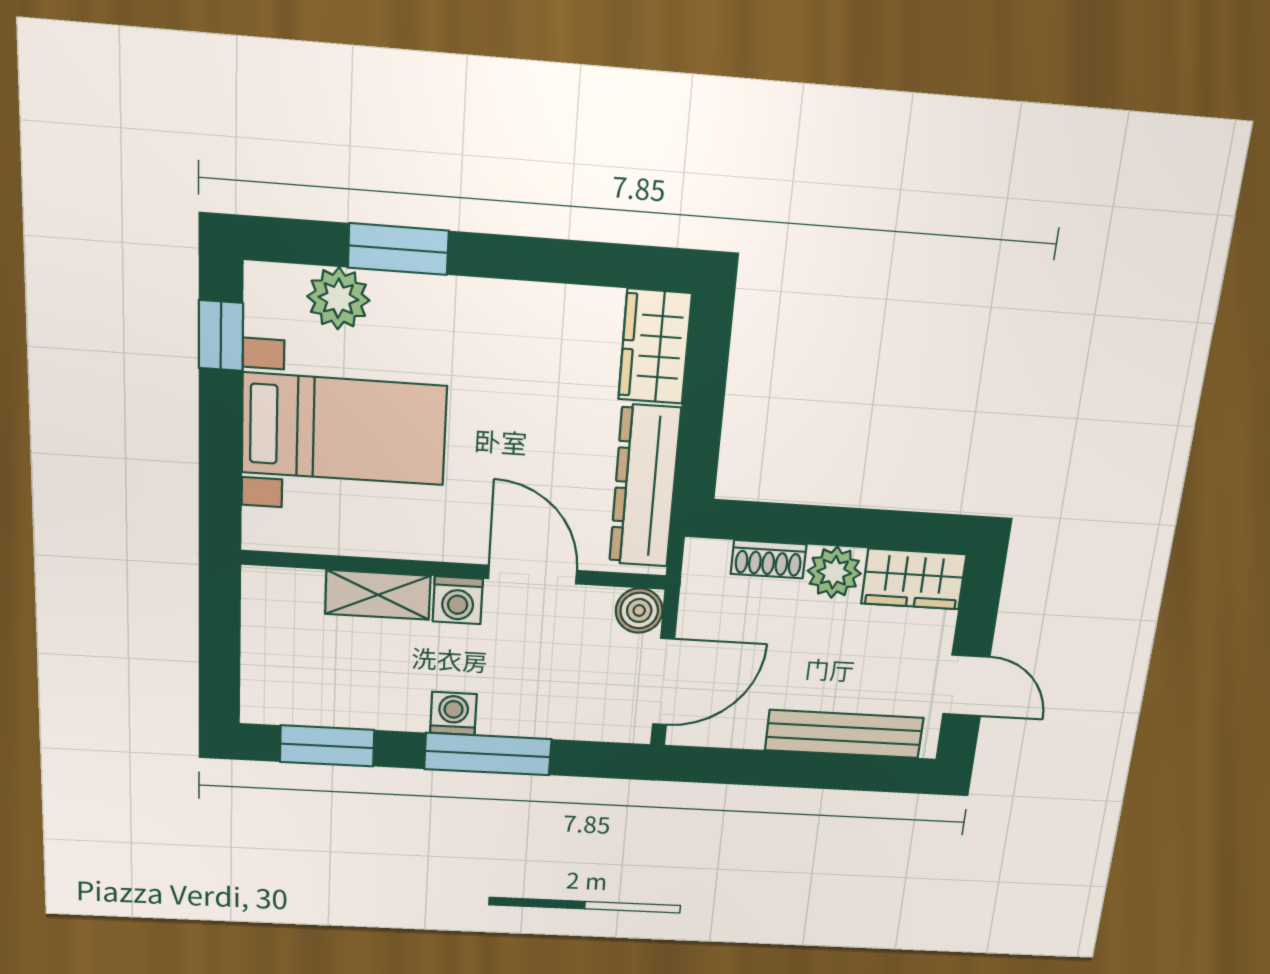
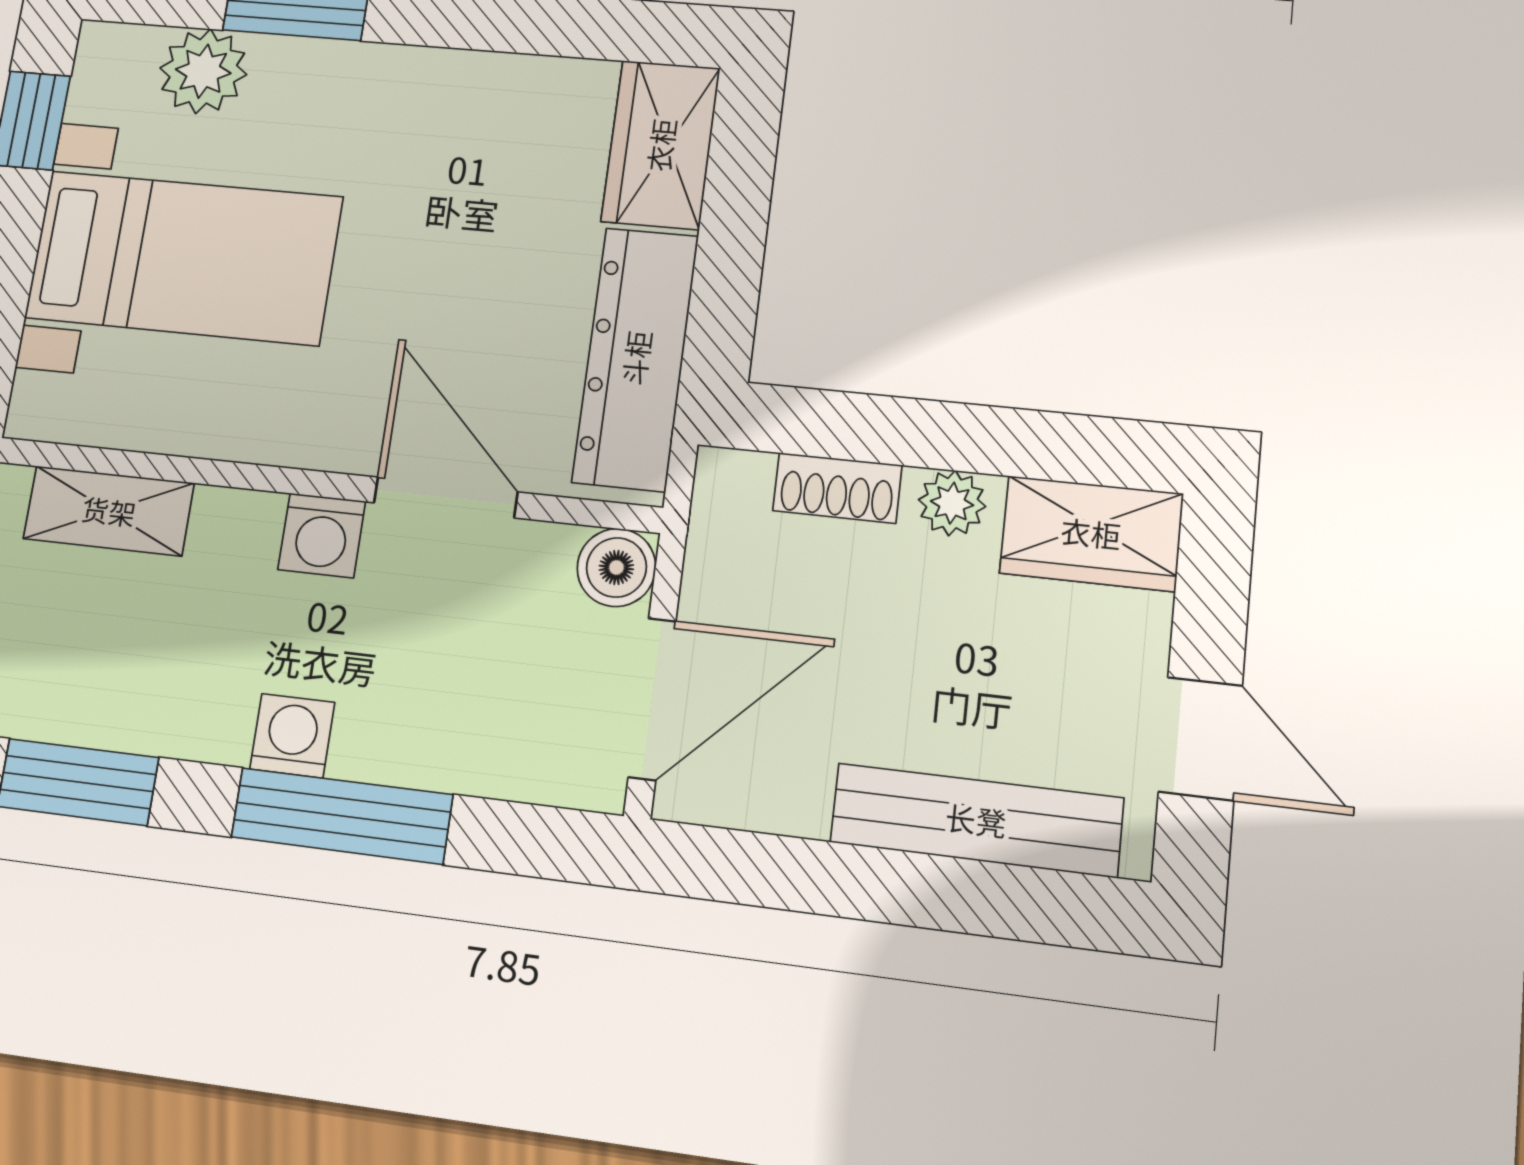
plant: (834, 572) -> (952, 503), width x0.73, depth x0.73
shelving: (378, 595) -> (109, 511), moved

